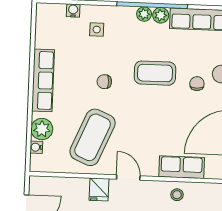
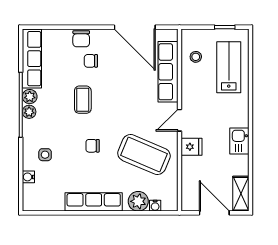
coffee table: (155, 73) -> (83, 100), width x0.73, depth x0.77
chair: (104, 82) -> (93, 146), turned 90
row of seats: (182, 167) -> (168, 72), width x1.48
stool: (177, 195) -> (196, 57), moved

